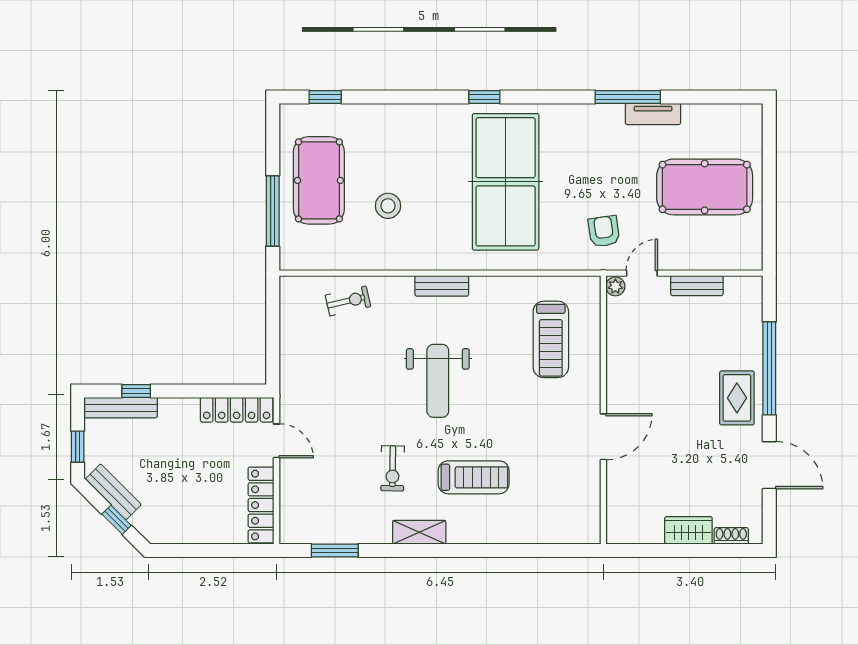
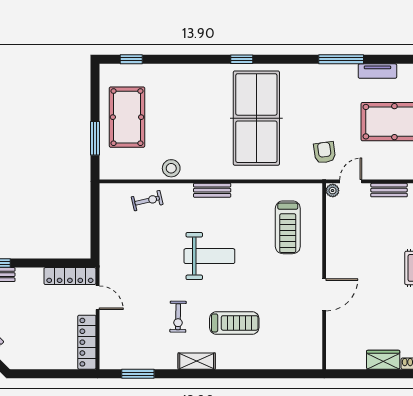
tv unit: (653, 114) -> (377, 71), moved
stool: (388, 206) -> (171, 168), moved
window: (273, 211) -> (95, 138), width x0.69
weight bench: (438, 381) -> (209, 256), turned -90

